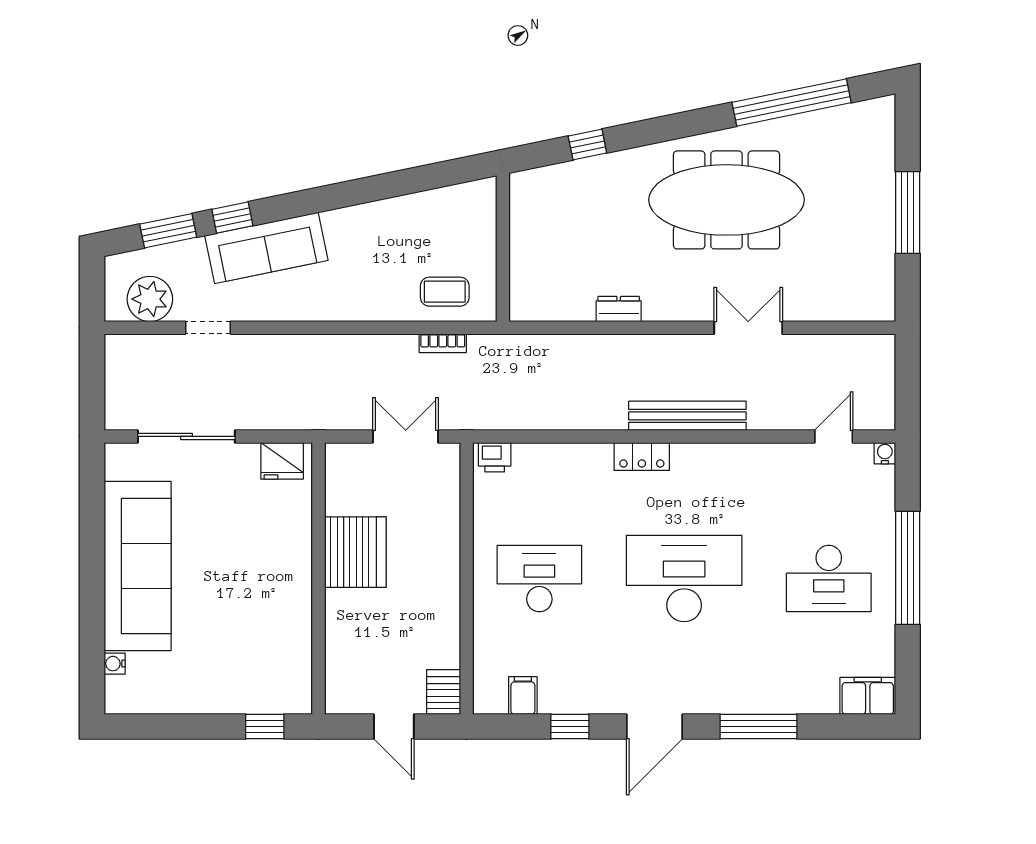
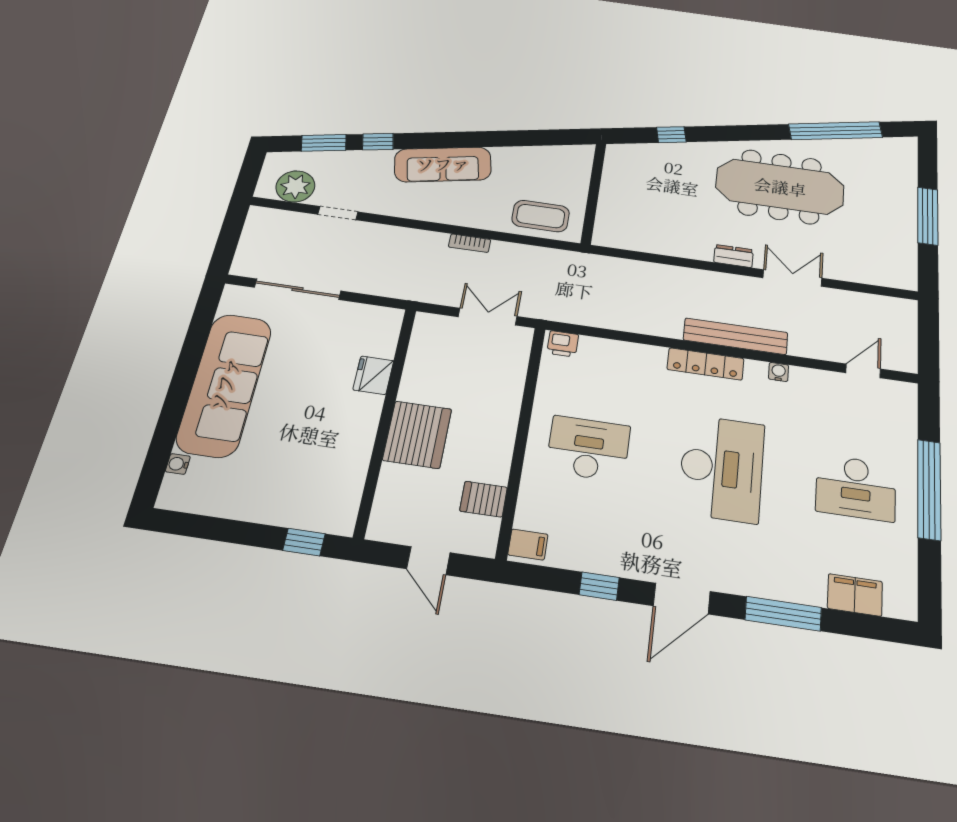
sofa: (266, 248) -> (443, 164), moved
coffee table: (445, 292) -> (541, 216), width x1.36, depth x1.30
dresser: (619, 309) -> (734, 256), moved
bookcase: (443, 343) -> (470, 243), moved
water cooler: (885, 453) -> (779, 372), moved
locker: (642, 457) -> (705, 364), width x1.53
fridge: (282, 461) -> (373, 375), moved, turned 90
server rack: (355, 552) -> (417, 435), moved
desk: (684, 578) -> (722, 468), turned 90
server rack: (444, 692) -> (484, 499), moved, turned -90
filing cabinet: (523, 695) -> (528, 545), moved, turned 90
filing cabinet: (868, 696) -> (855, 595), moved

